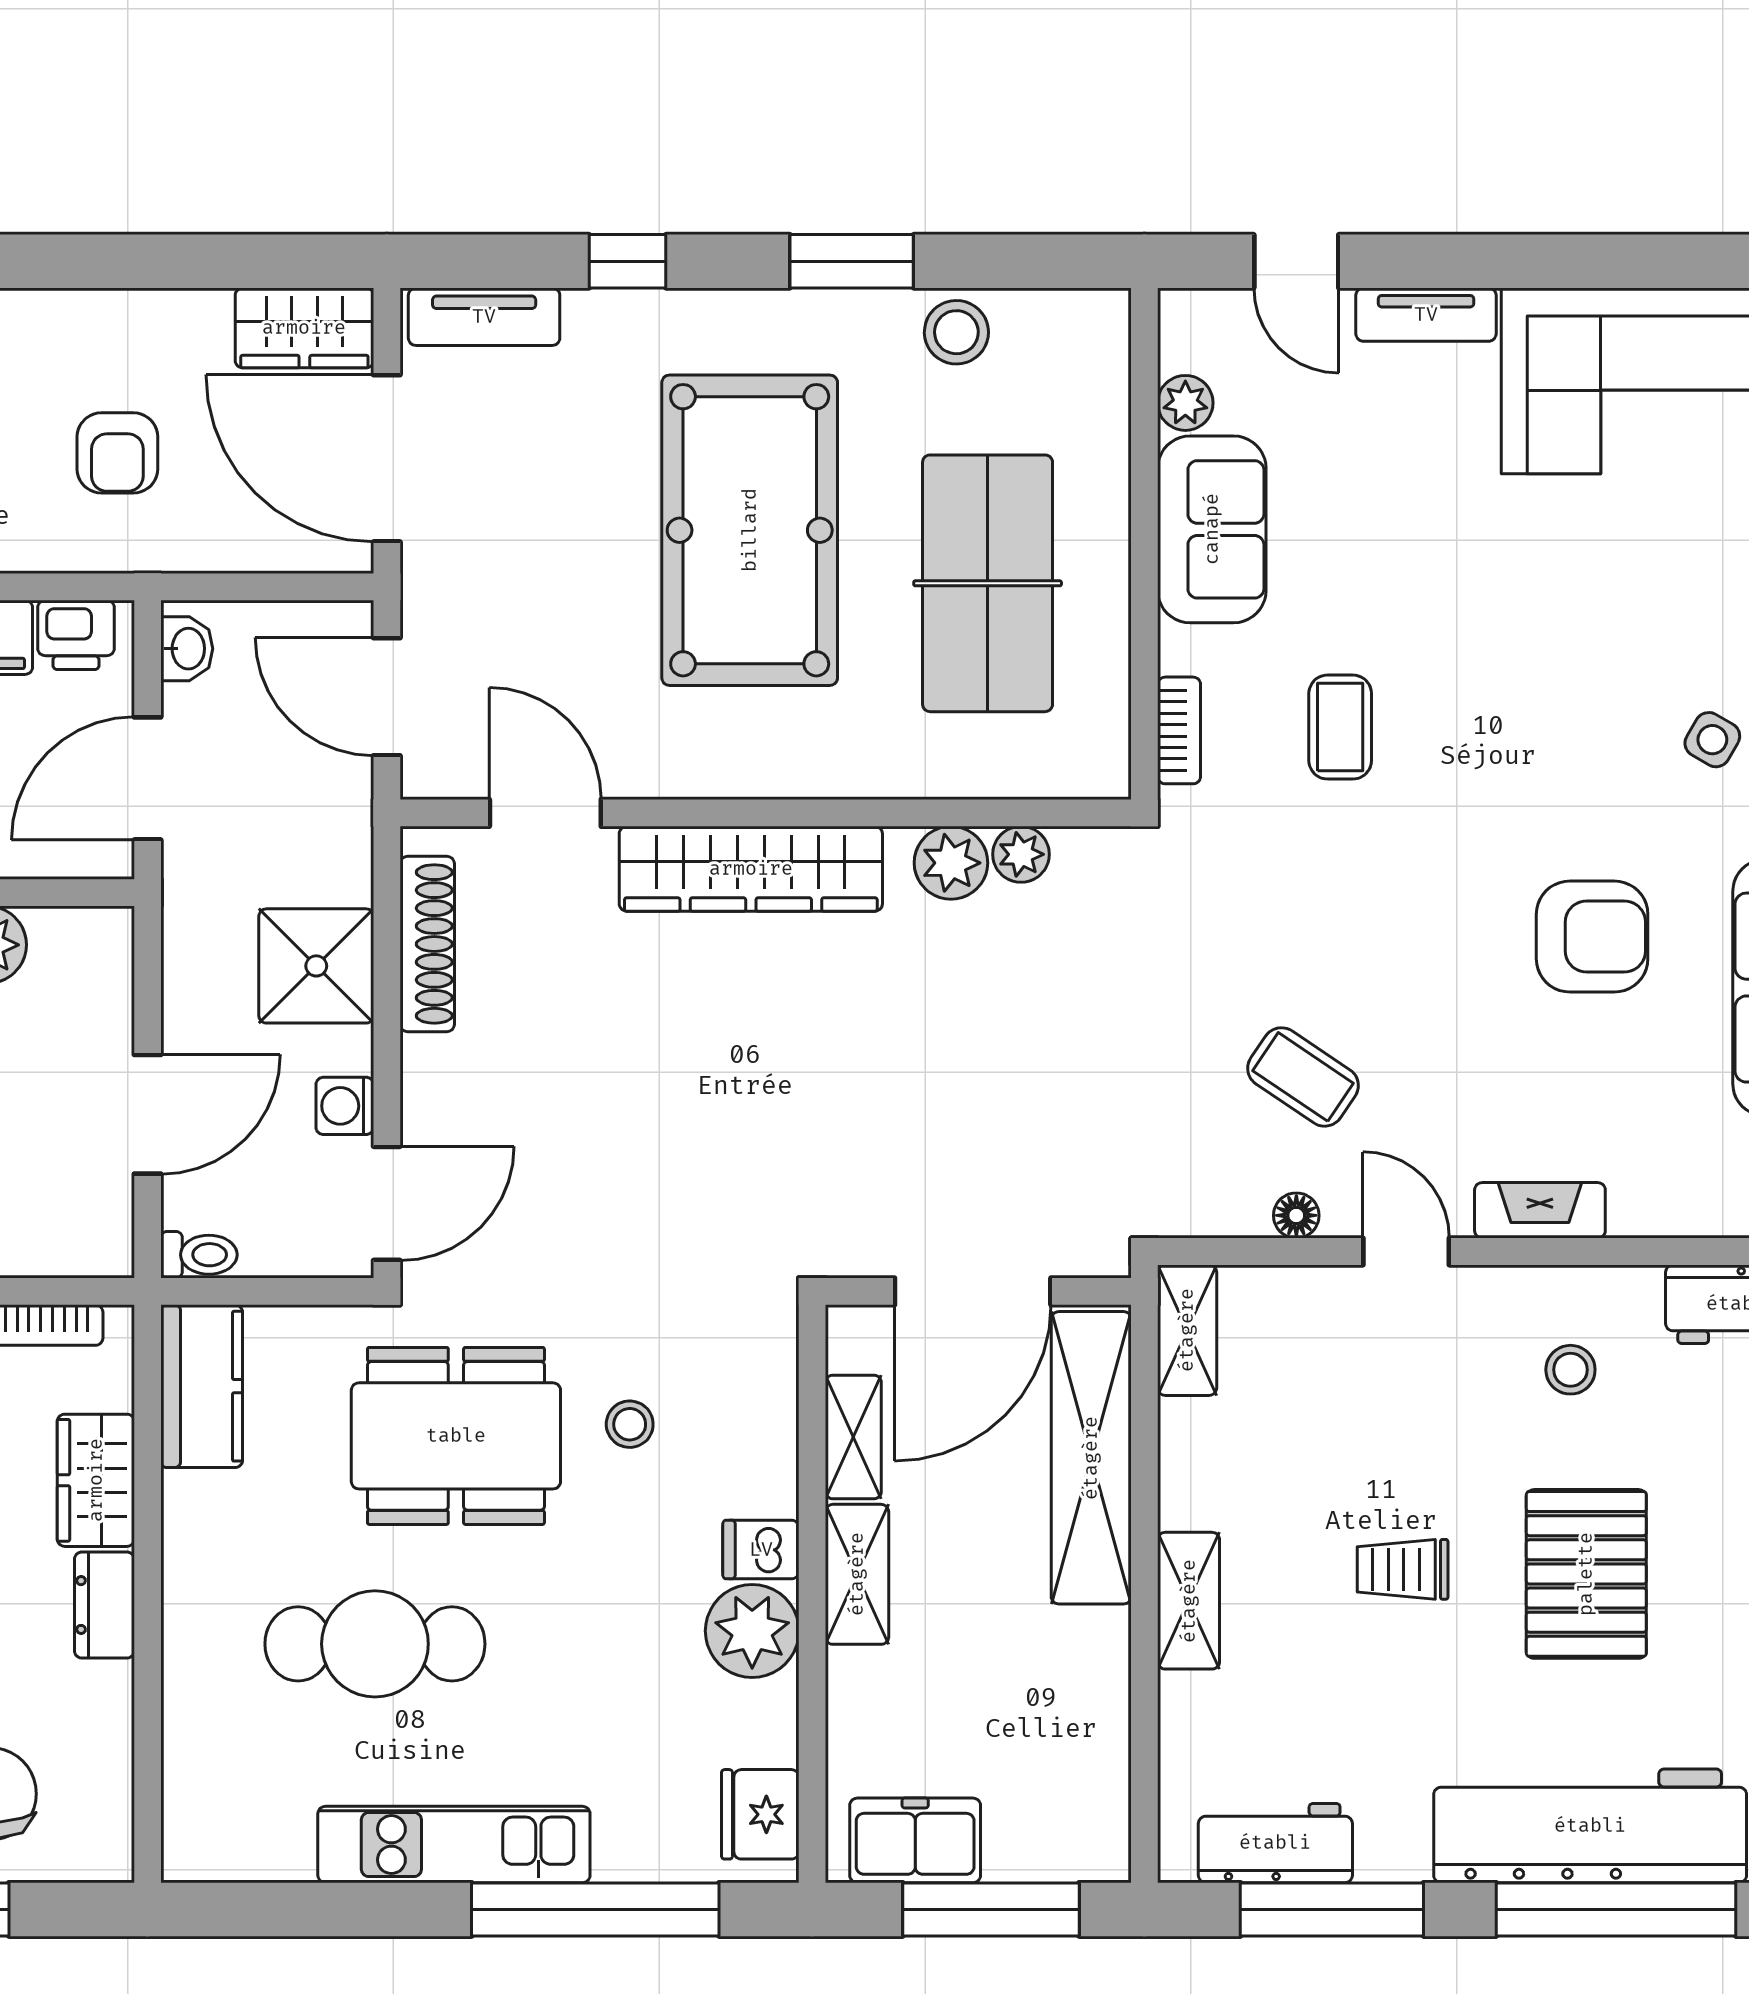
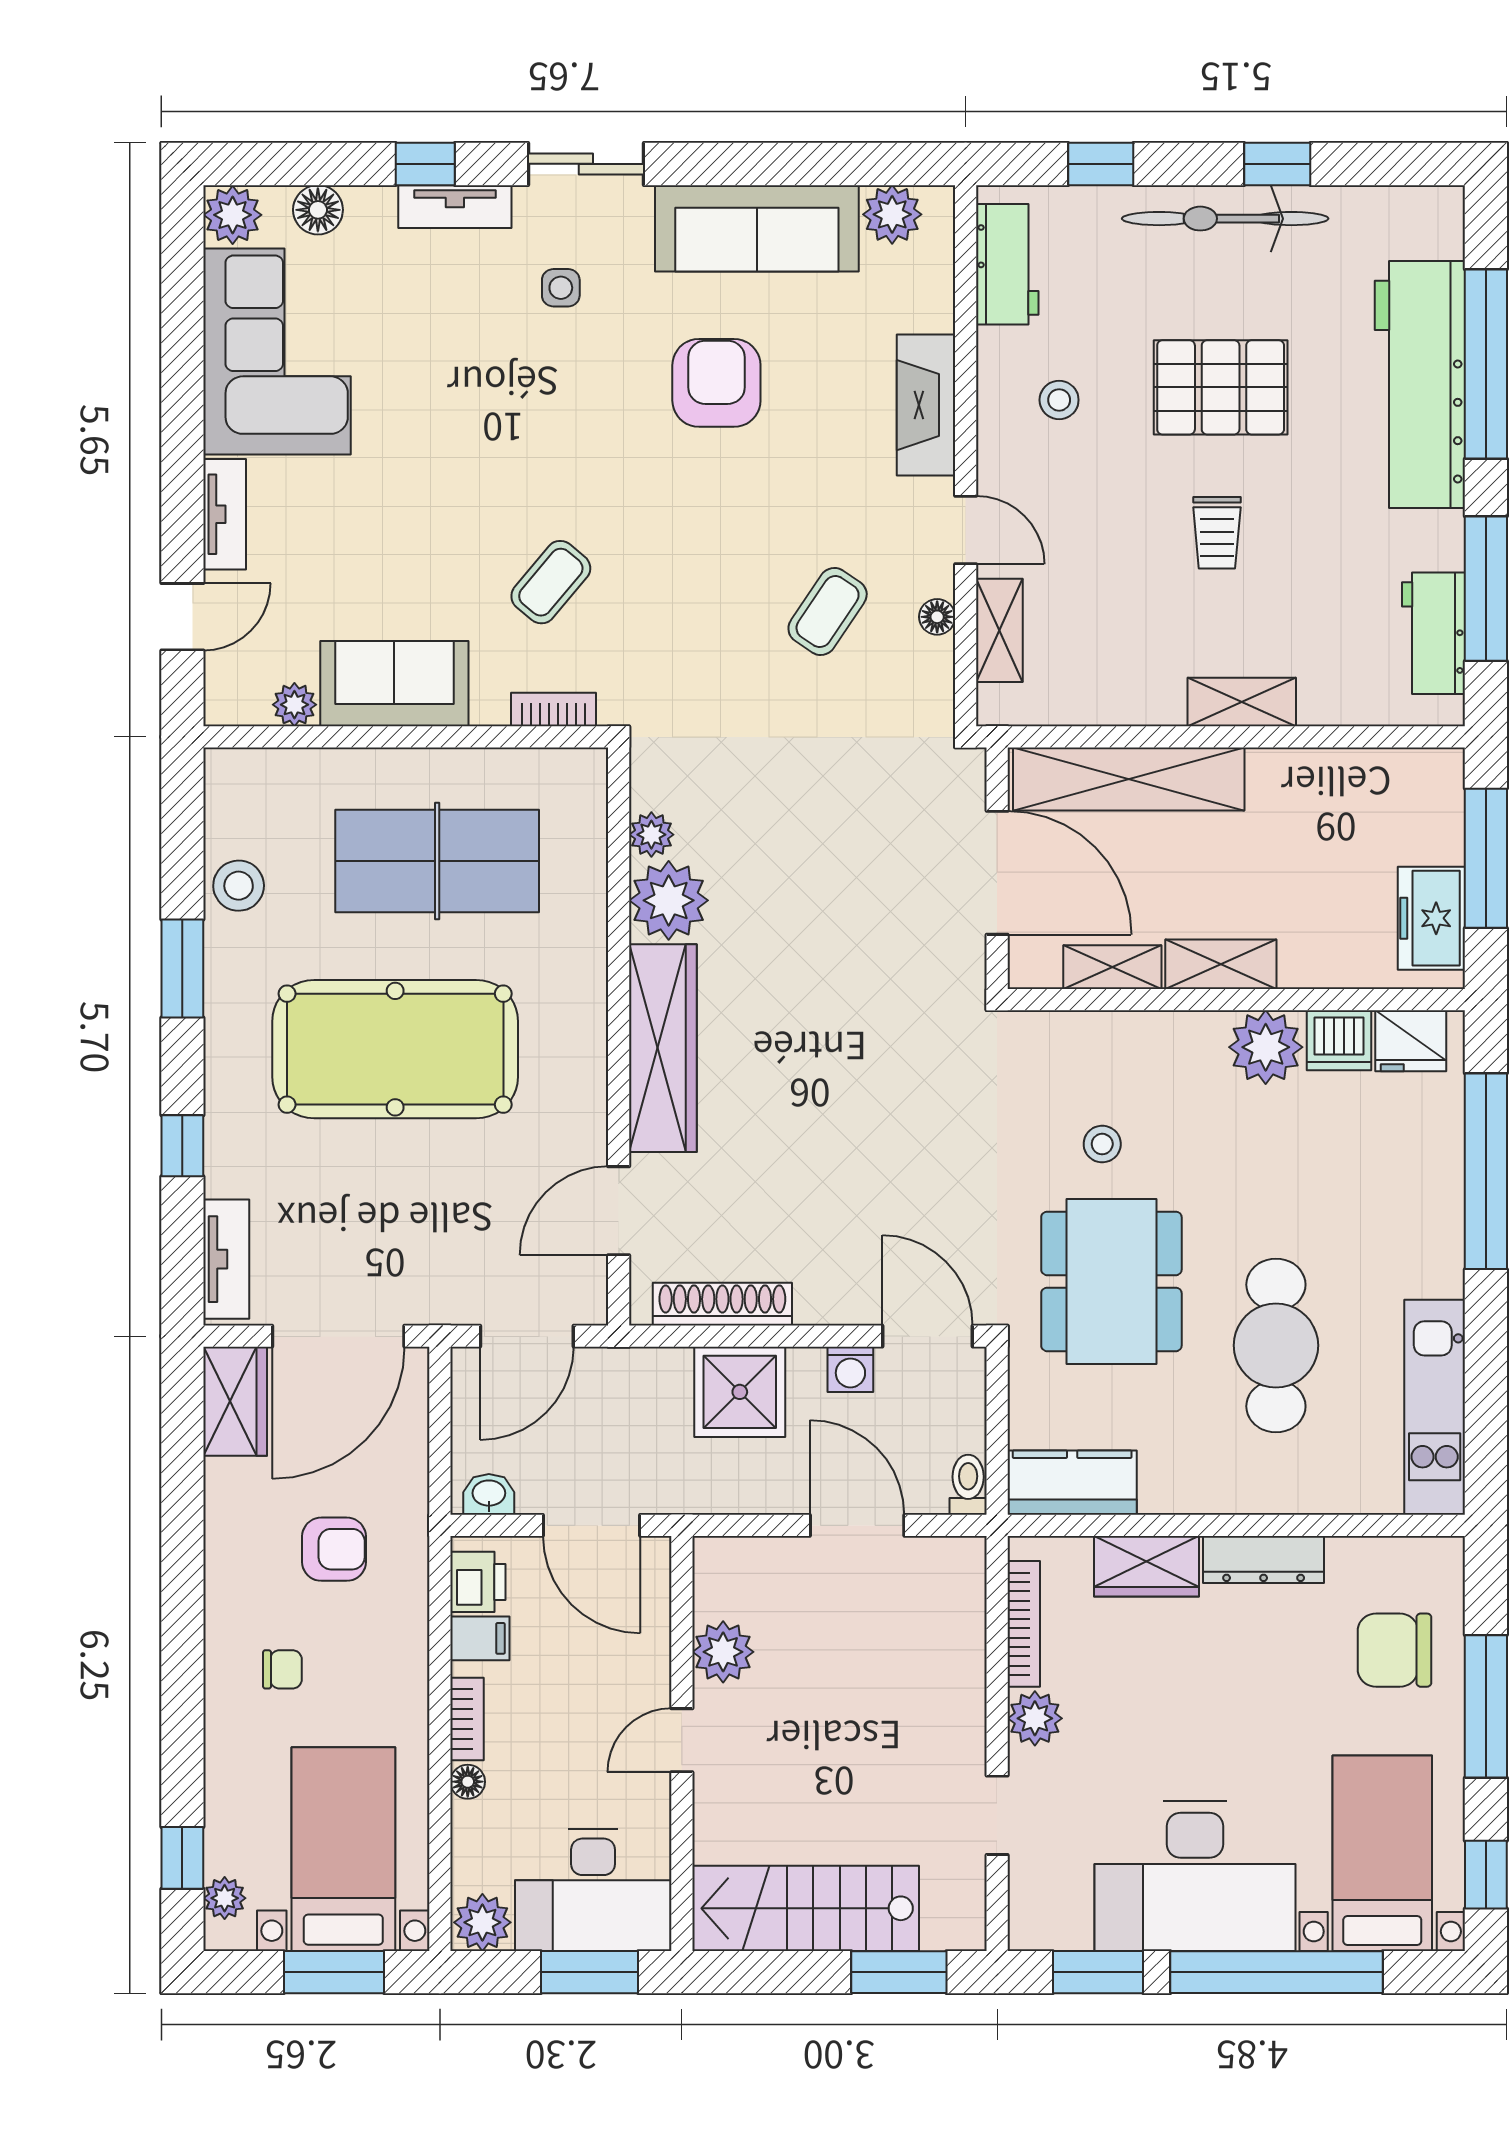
coffee table: (1340, 727) -> (551, 582), turned -50
side table: (1712, 740) -> (561, 288), turned -30
plant: (951, 863) -> (669, 900), width x1.36, depth x1.36
fireplace: (1540, 1210) -> (926, 405), width x1.37, depth x1.32
door: (1406, 1251) -> (966, 530), swing flipped
shelving: (1187, 1330) -> (999, 630), moved, turned 90
dishwasher: (761, 1550) -> (1339, 1040), moved, width x1.38
dresser: (104, 1605) -> (1264, 1559), width x1.44
kitchen unit: (454, 1845) -> (1435, 1407), moved

